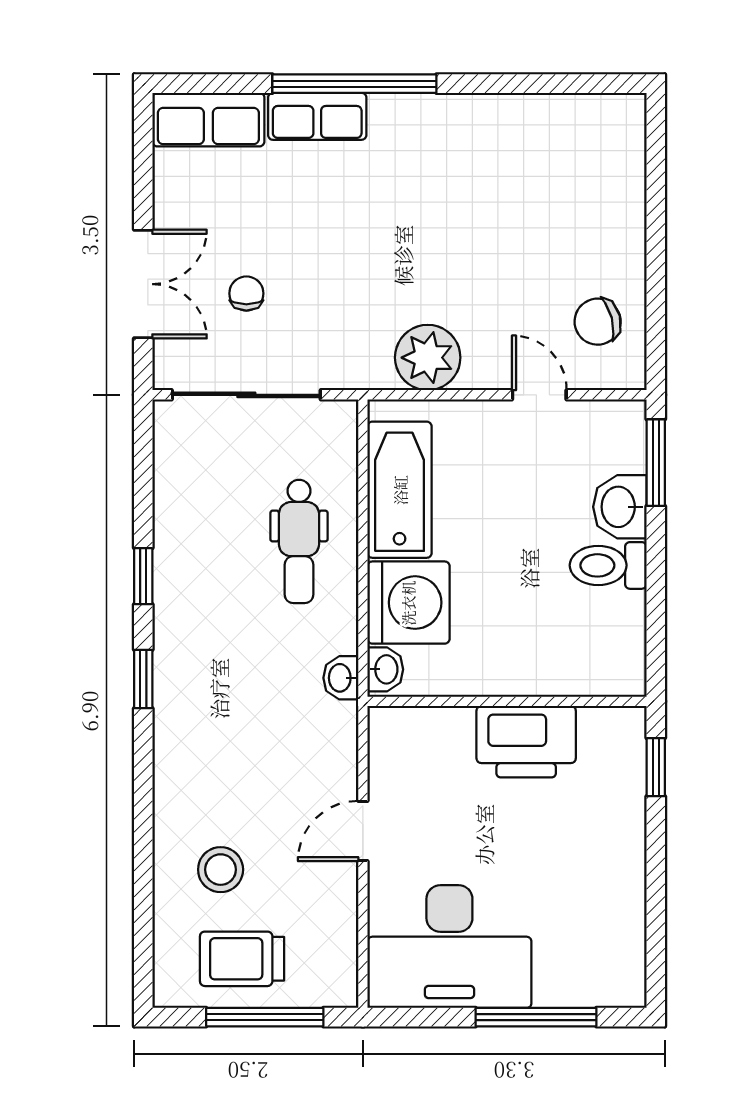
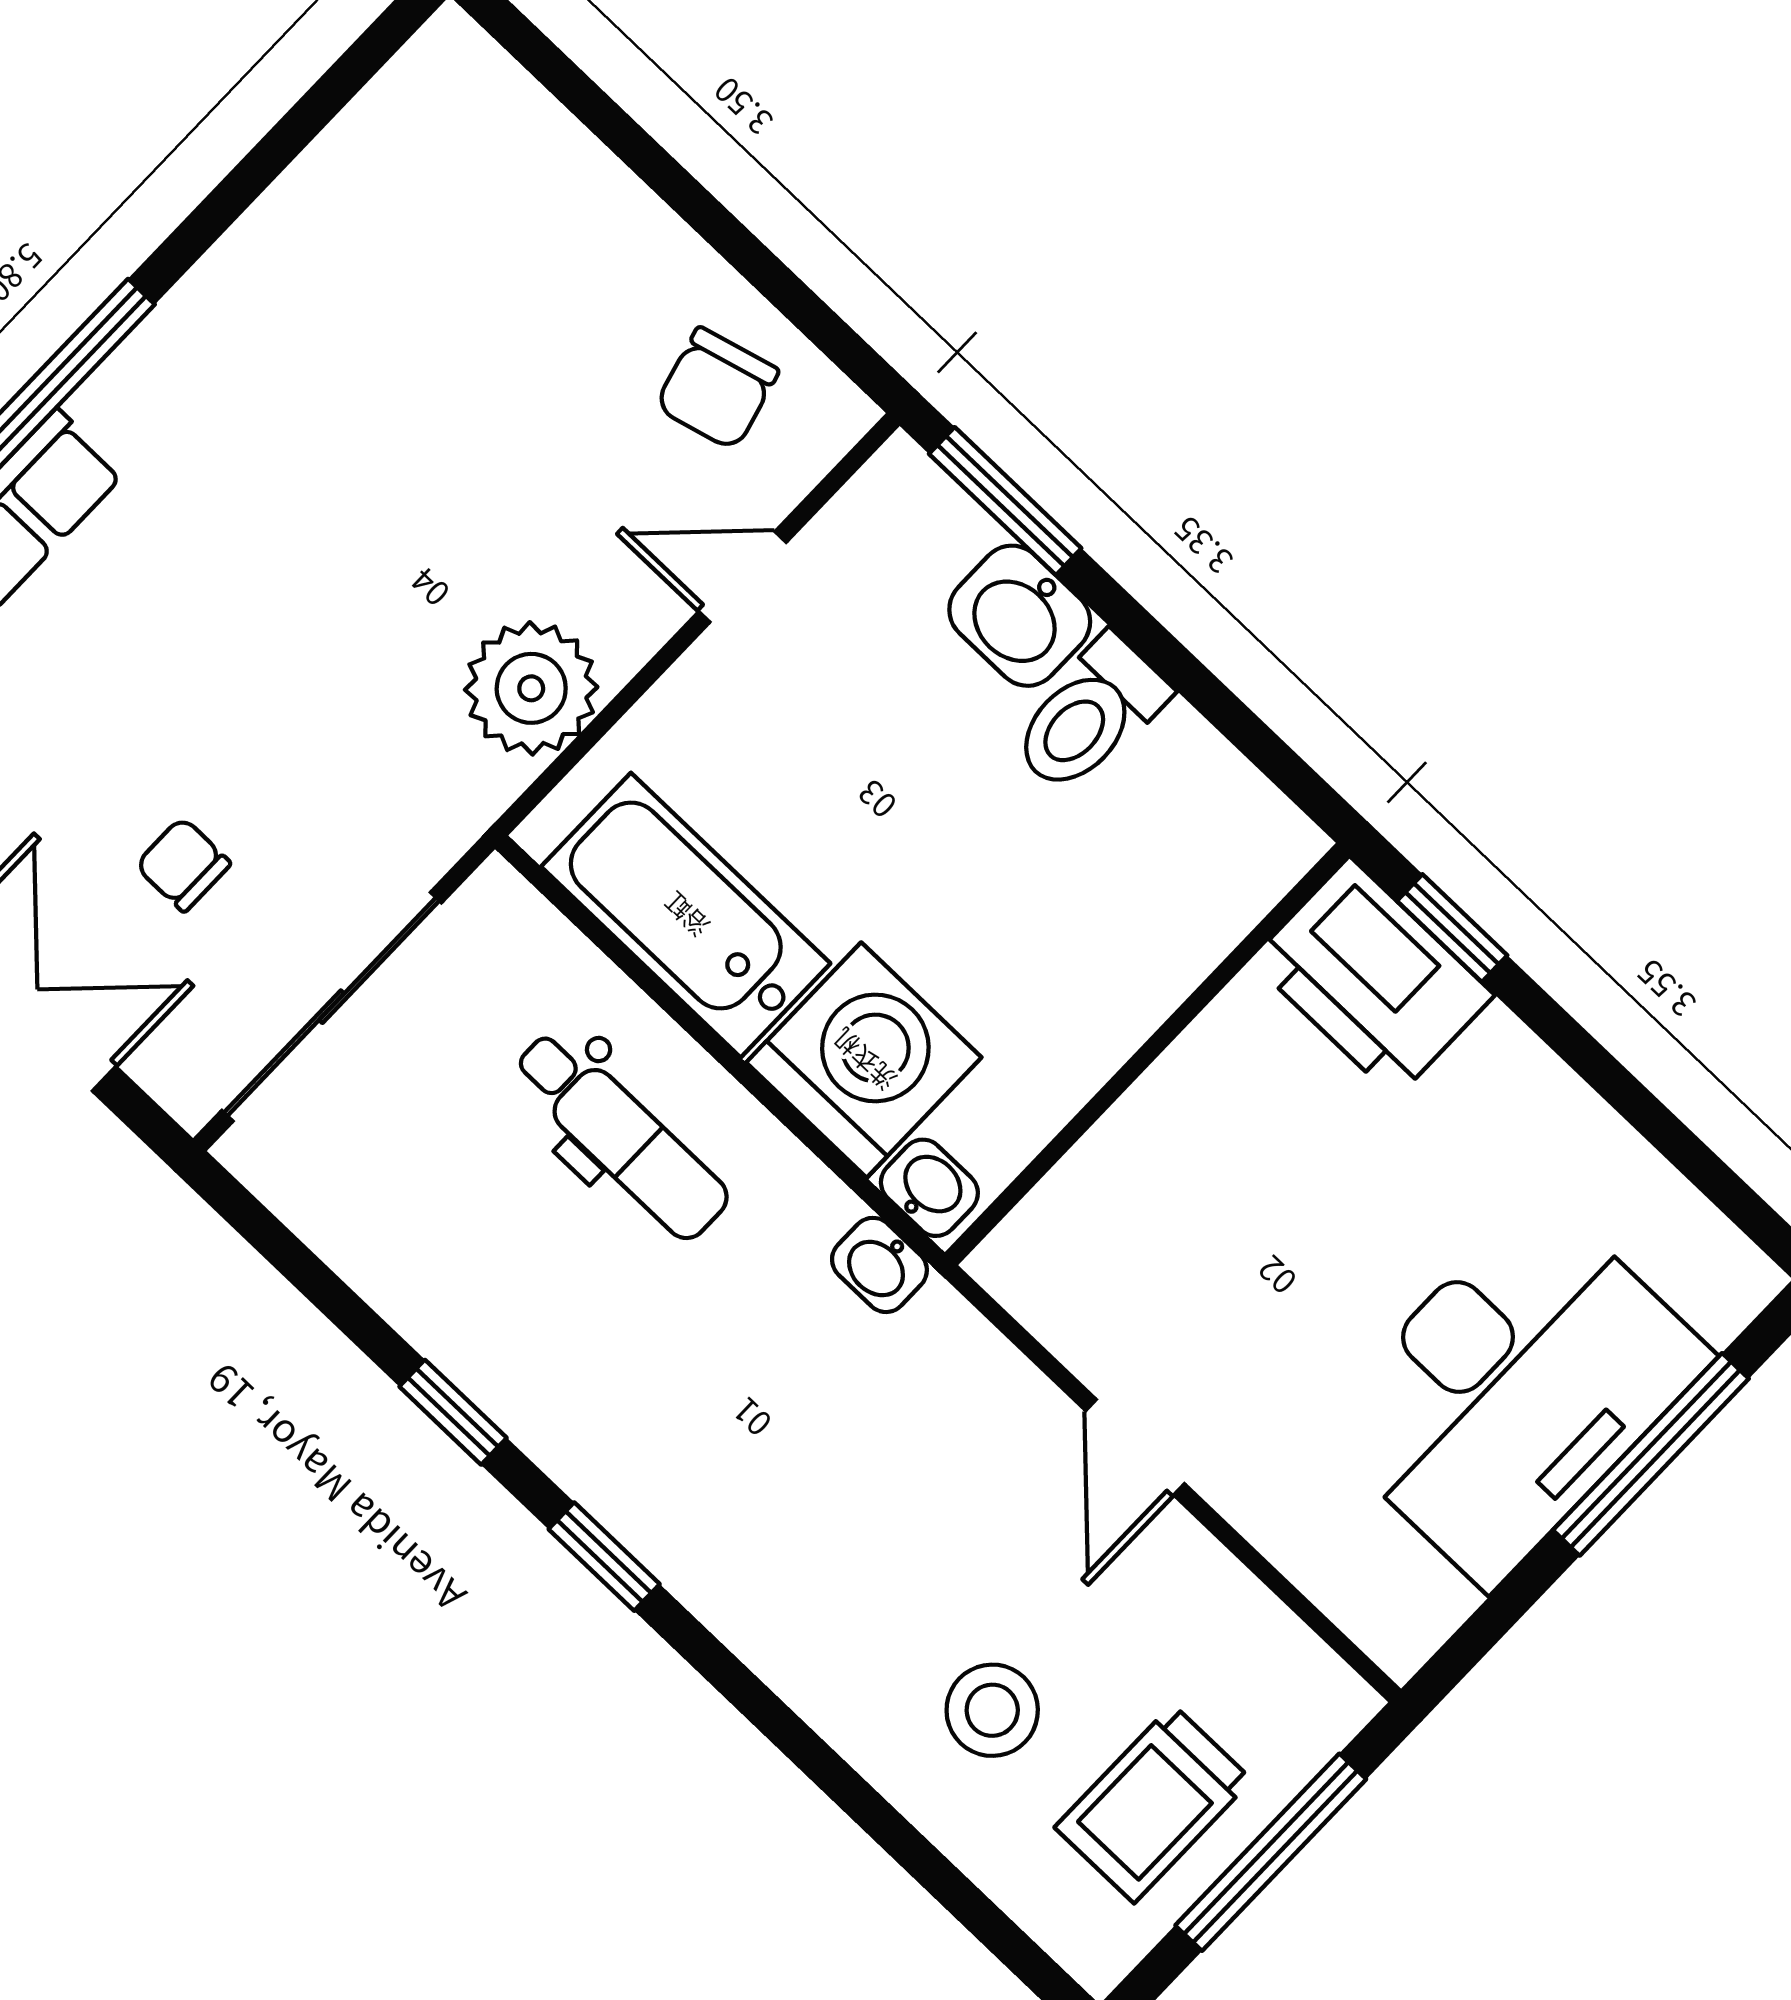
printer: (526, 742) -> (1372, 978), moved, turned 90
desk: (449, 947) -> (1514, 1390), moved

